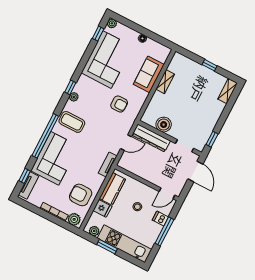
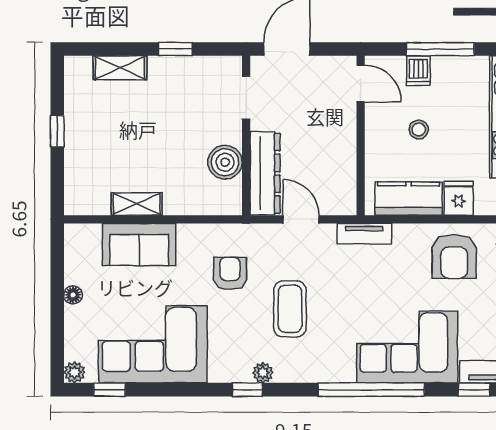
shelving: (228, 91) -> (120, 68), moved
coffee table: (72, 122) -> (290, 309), moved
window: (212, 139) -> (175, 49), moved

